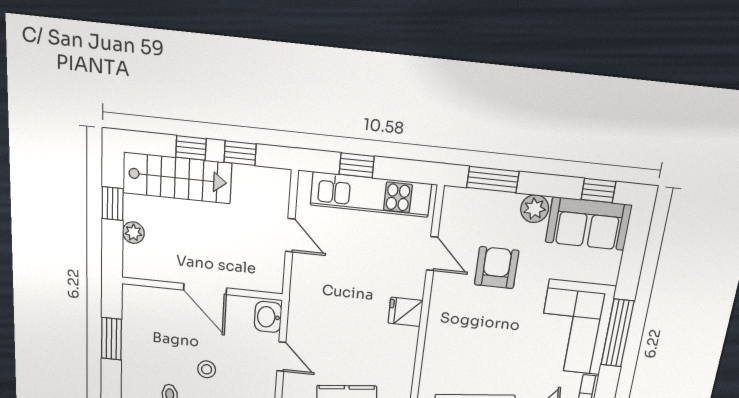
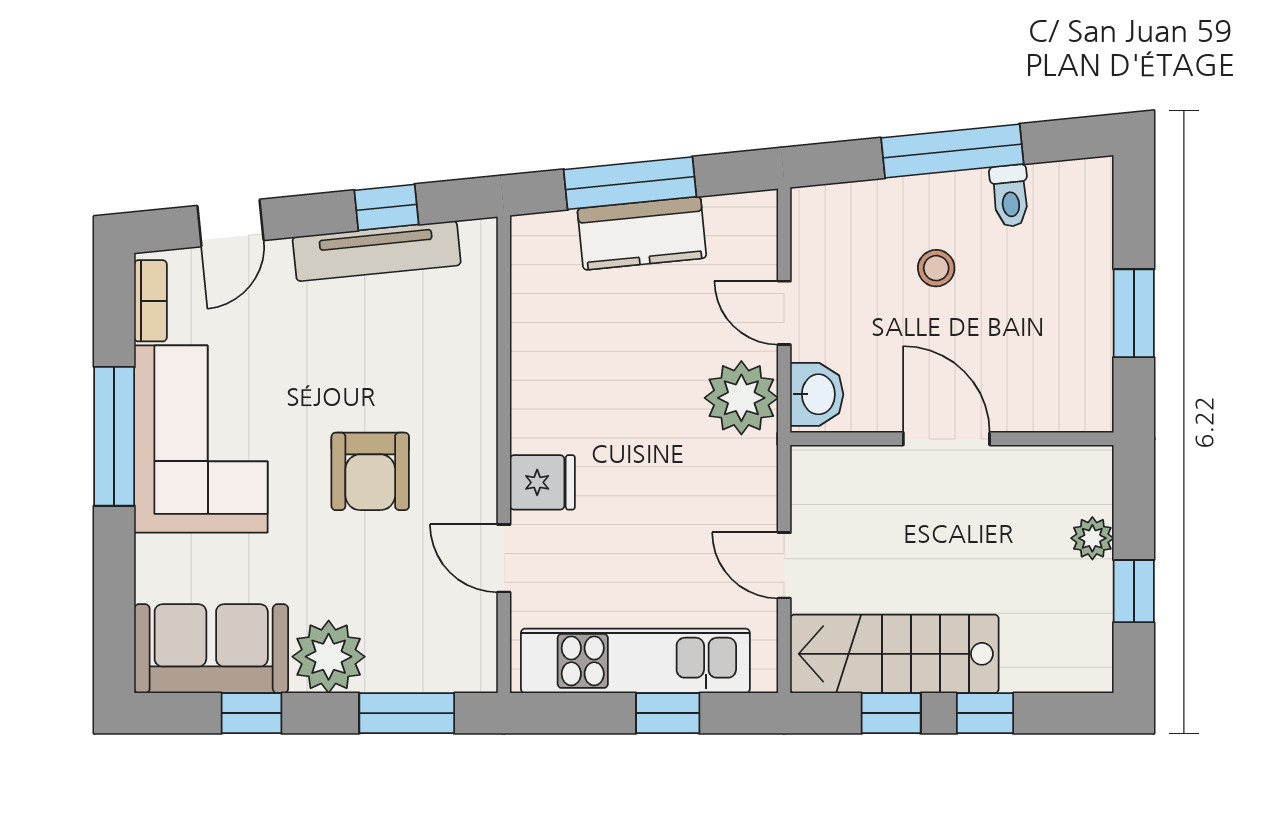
stairs: (177, 178) -> (894, 654), moved
window: (598, 191) -> (251, 713), moved
plant: (535, 209) -> (329, 657), width x1.36, depth x1.36
armchair: (497, 268) -> (370, 471), moved
fridge: (405, 312) -> (542, 482), moved
plant: (305, 319) -> (741, 398), added

